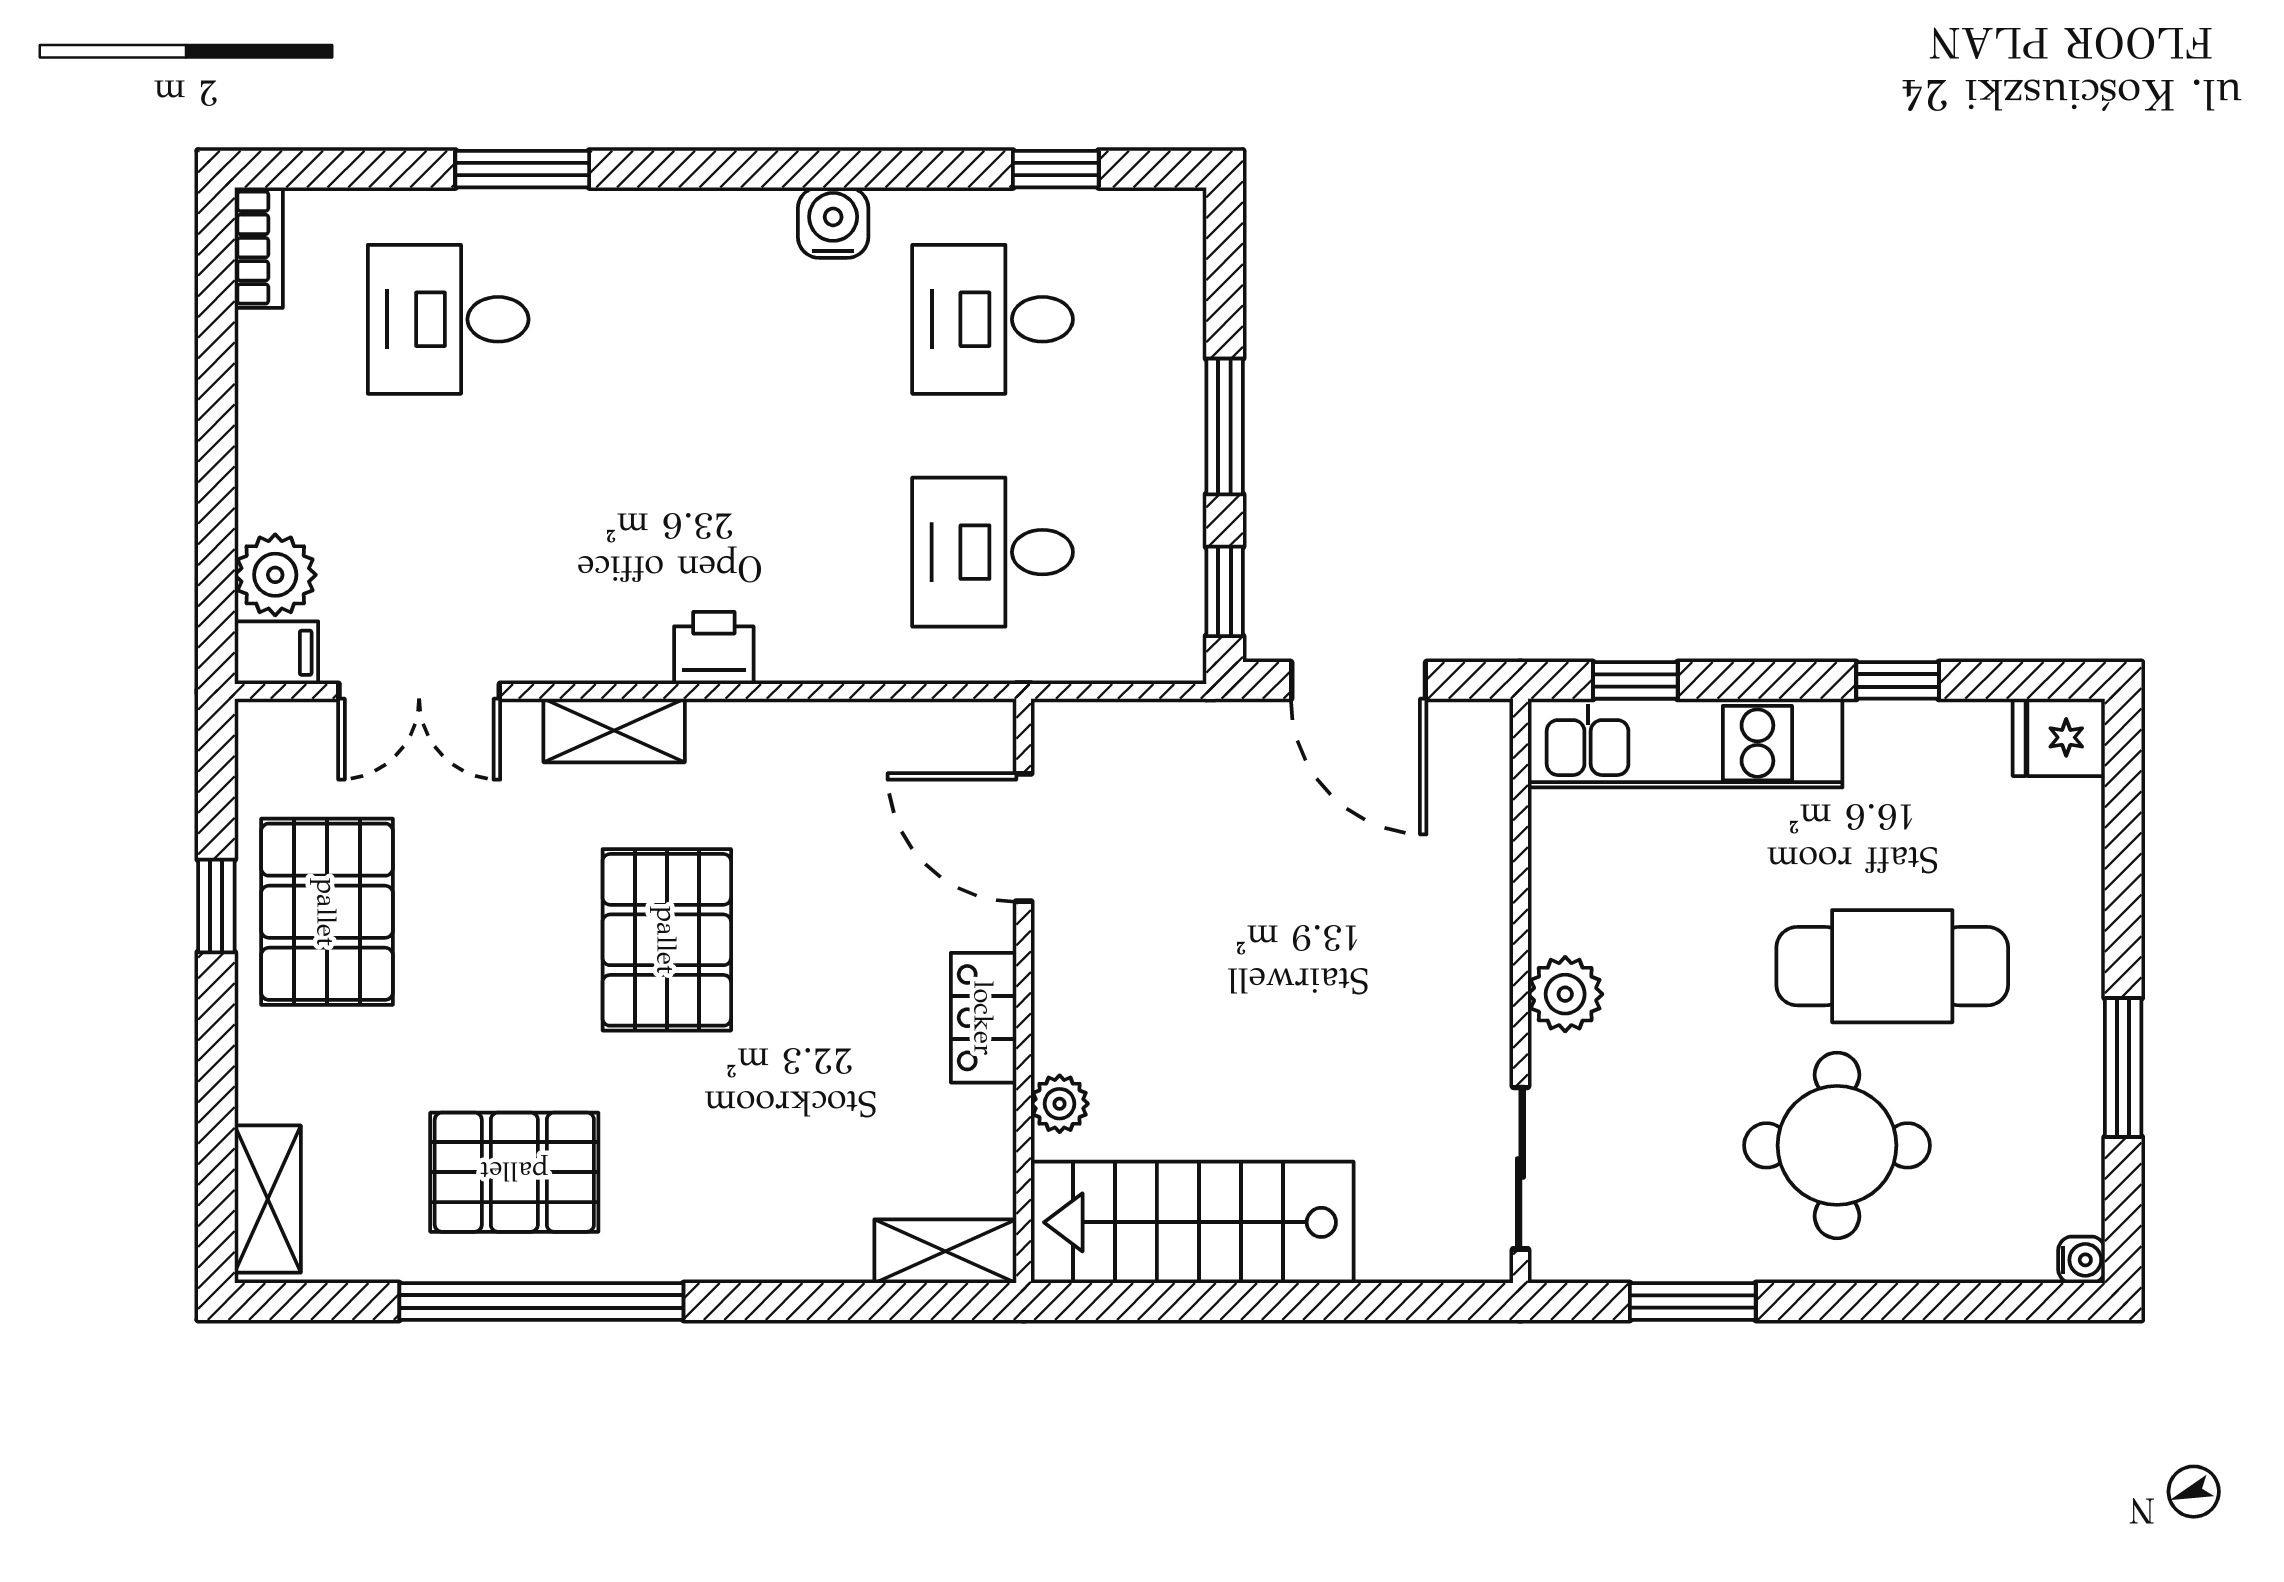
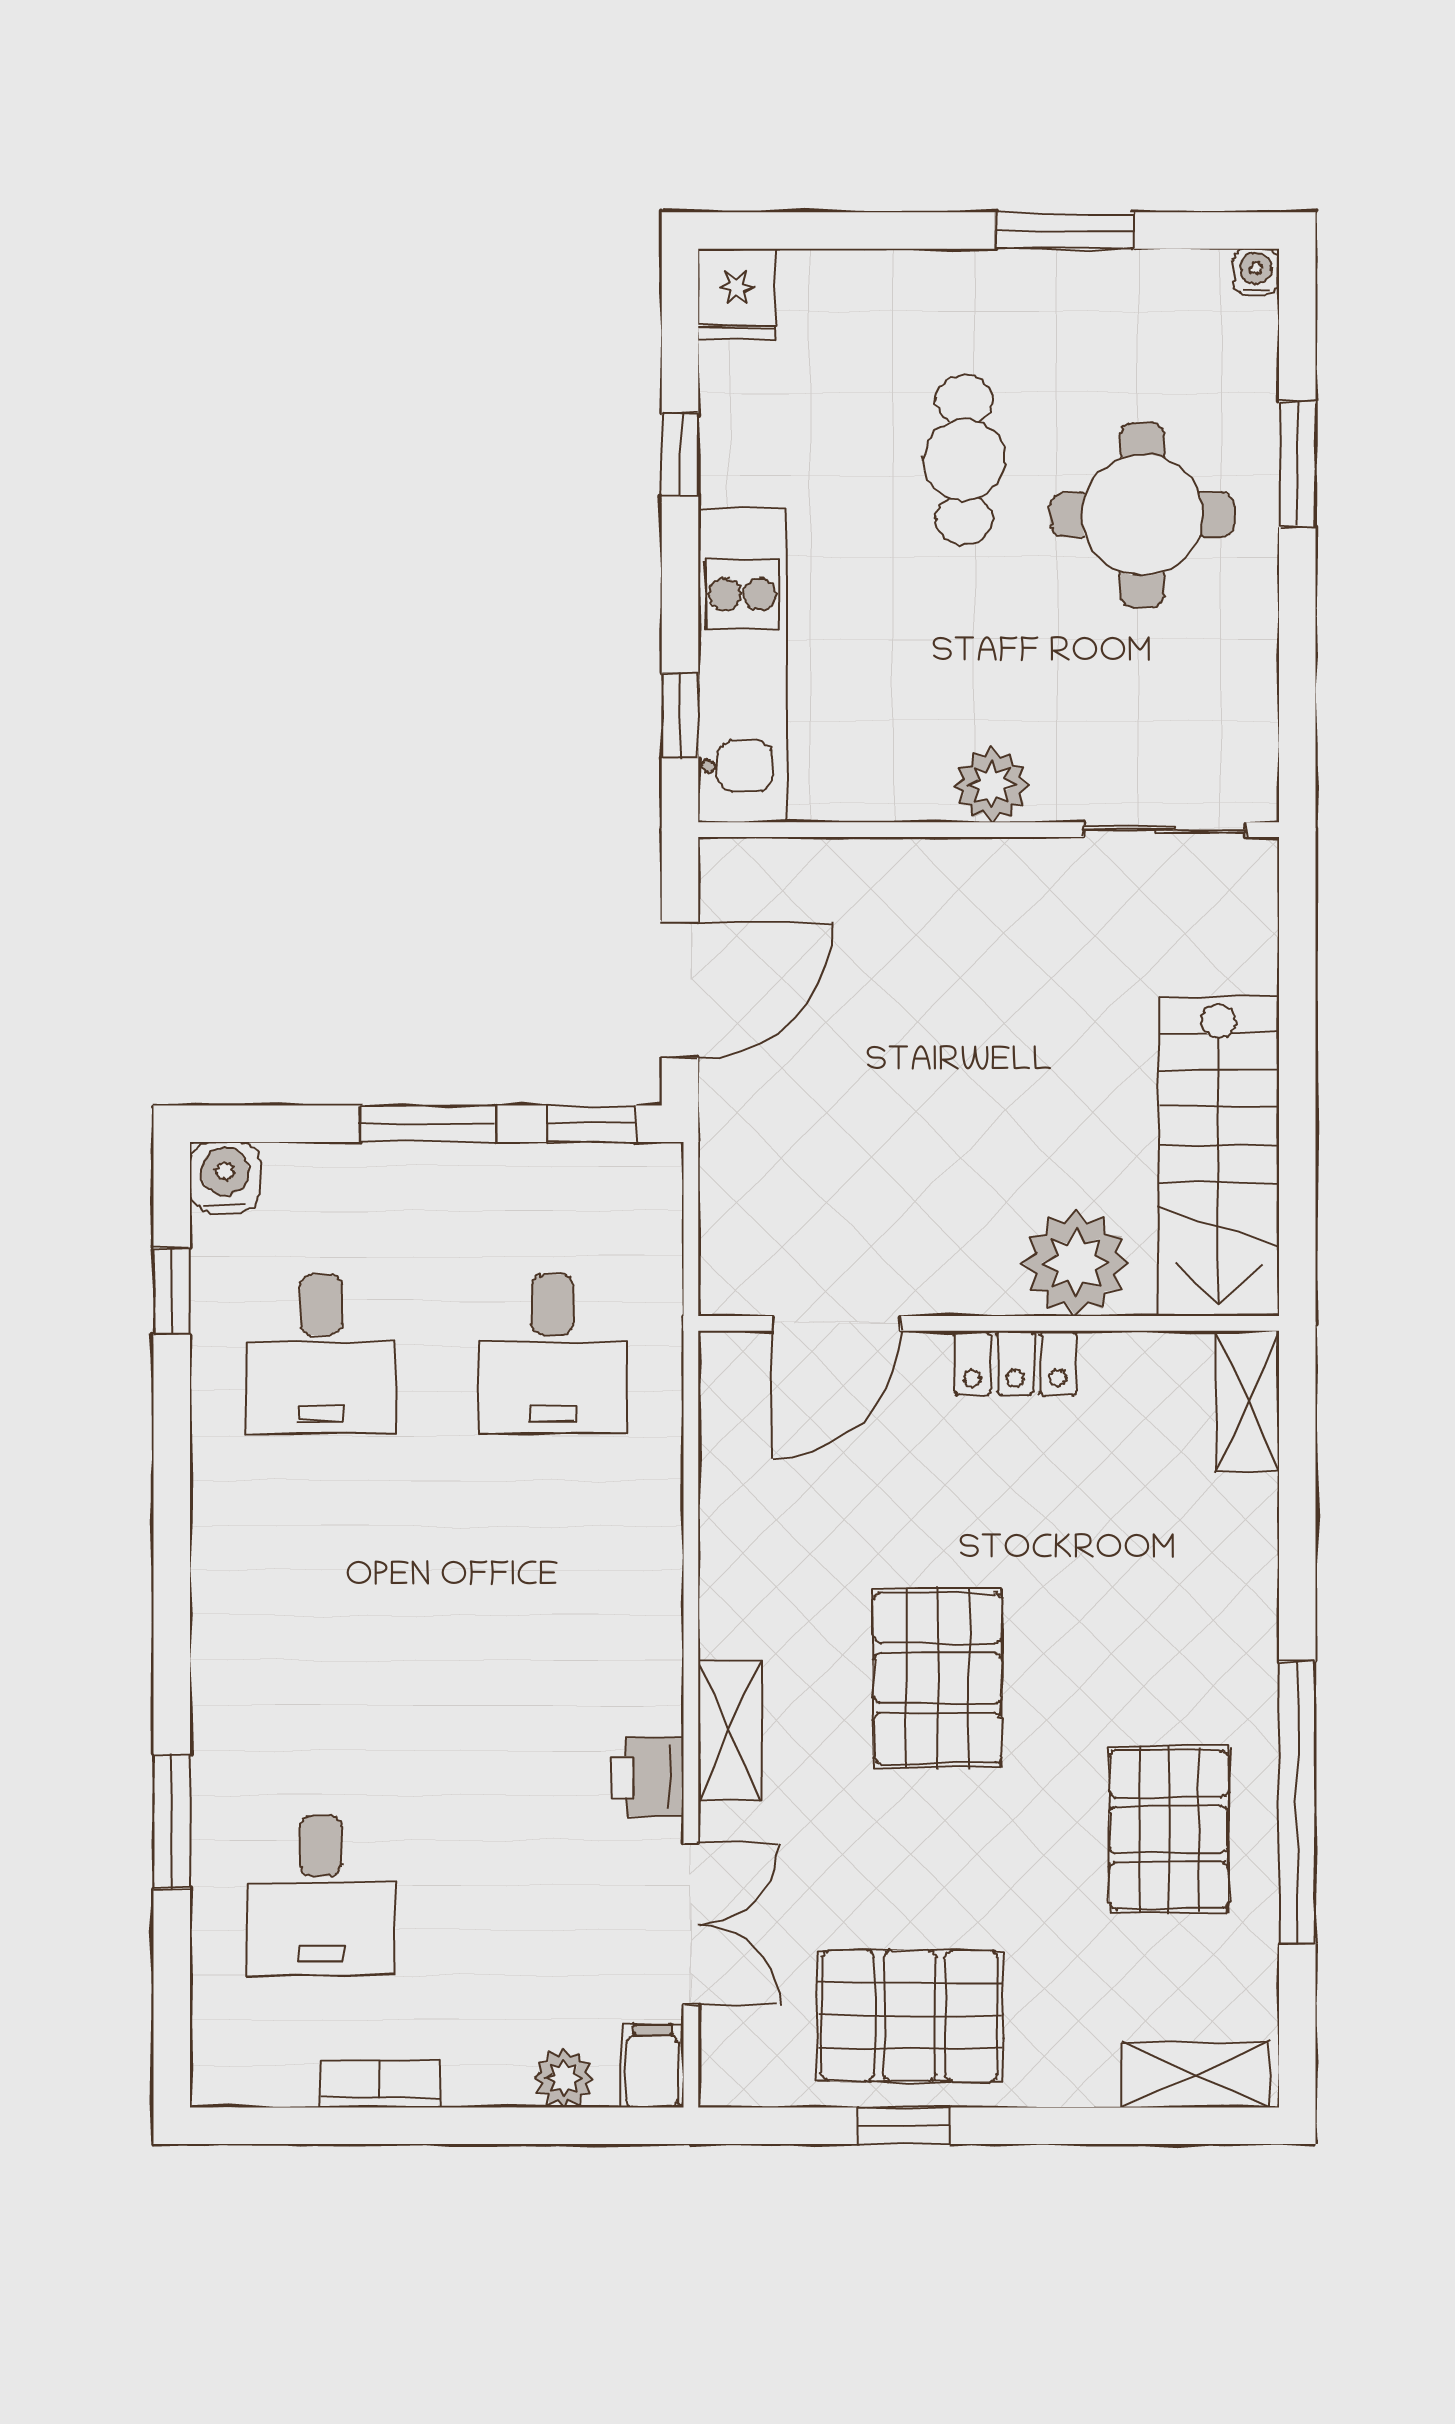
water cooler: (833, 223) -> (225, 1177), moved, turned 90
bookcase: (259, 248) -> (379, 2084), moved
plant: (275, 575) -> (564, 2078), width x0.73, depth x0.73
printer: (714, 648) -> (648, 1777), moved
pallet: (667, 940) -> (938, 1678), turned 90
cafe table: (1892, 966) -> (964, 460), width x0.73, depth x0.74
plant: (1060, 1104) -> (1076, 1263), width x1.88, depth x1.88
window: (1693, 1302) -> (1297, 464), moved

